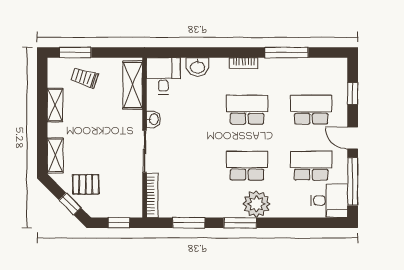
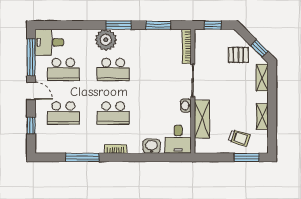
shelving: (133, 85) -> (202, 119), moved
window: (70, 204) -> (259, 48), moved

